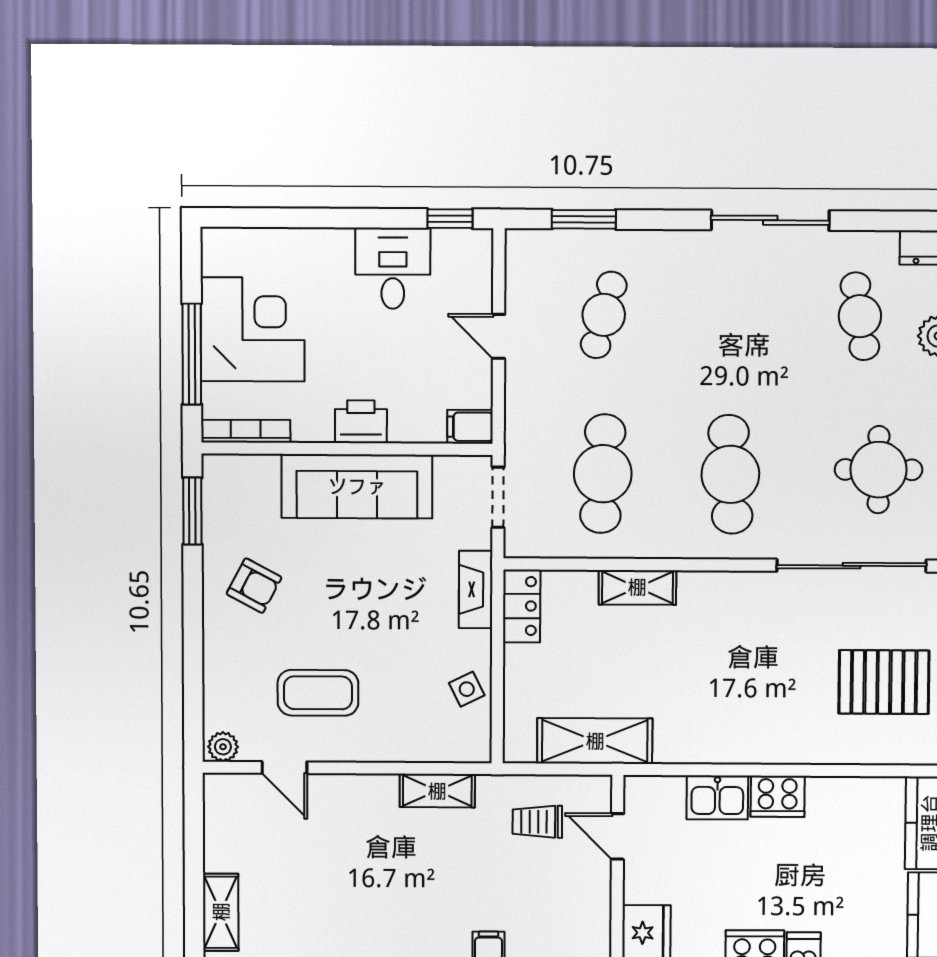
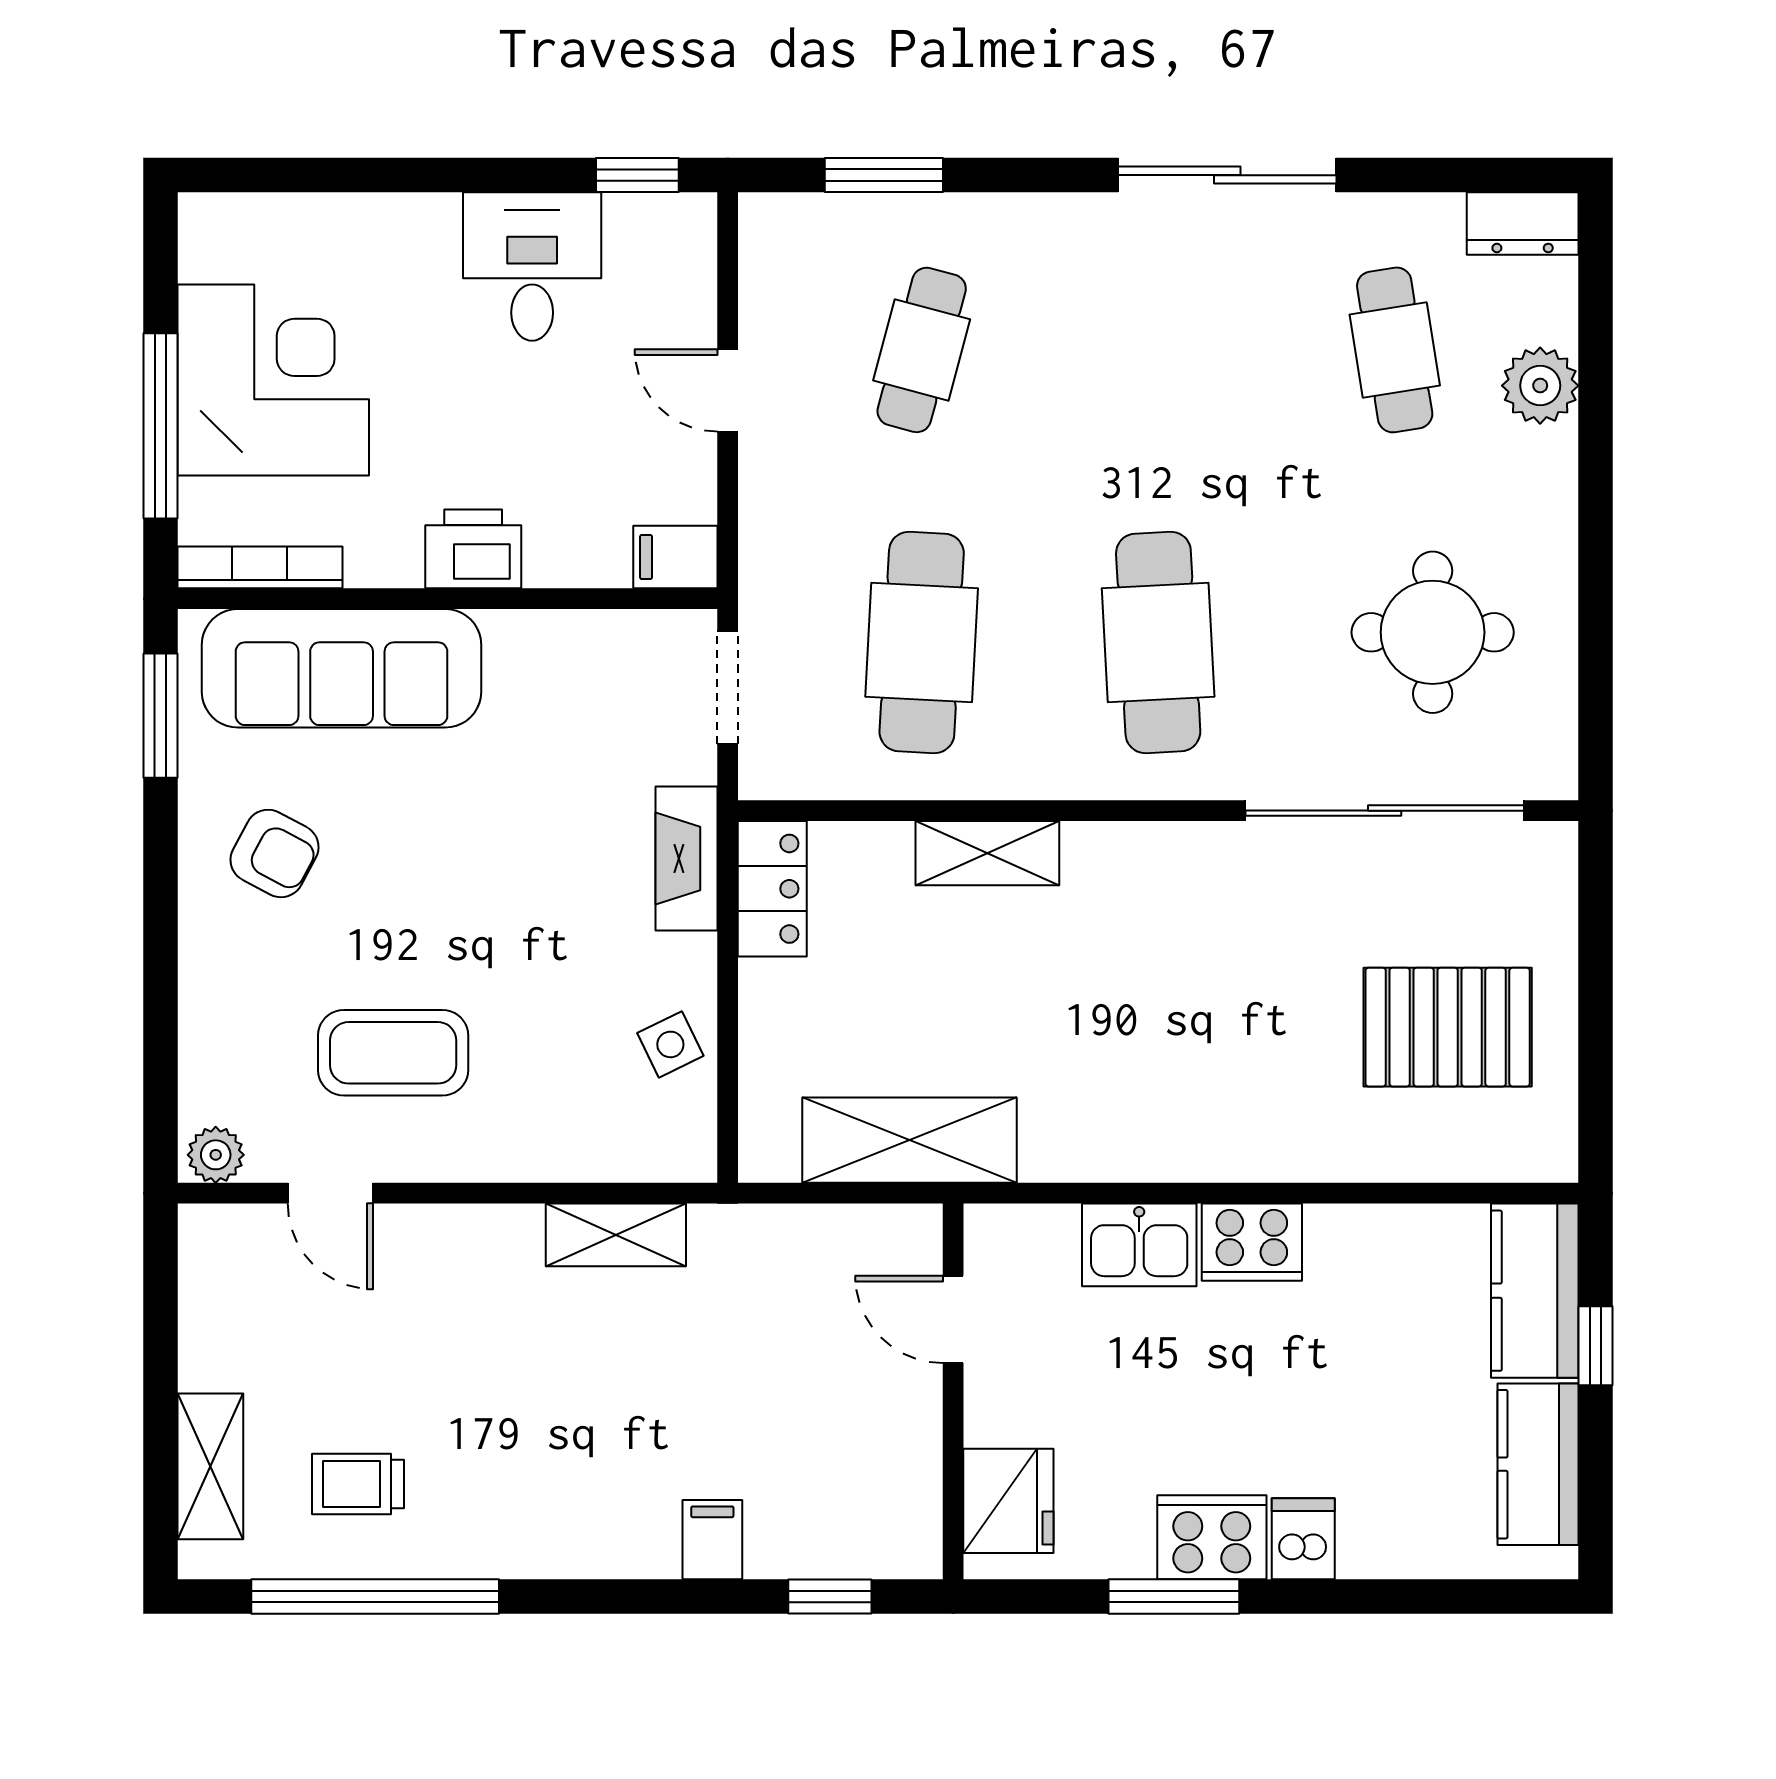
sofa: (357, 486) -> (342, 668), moved
trolley: (537, 822) -> (358, 1484), moved

